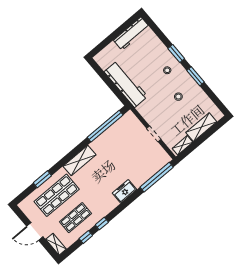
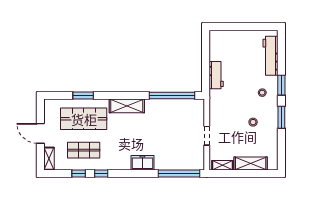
workbench: (132, 34) -> (271, 56), moved, turned 90
workbench: (126, 84) -> (216, 75), width x0.53, depth x0.76

